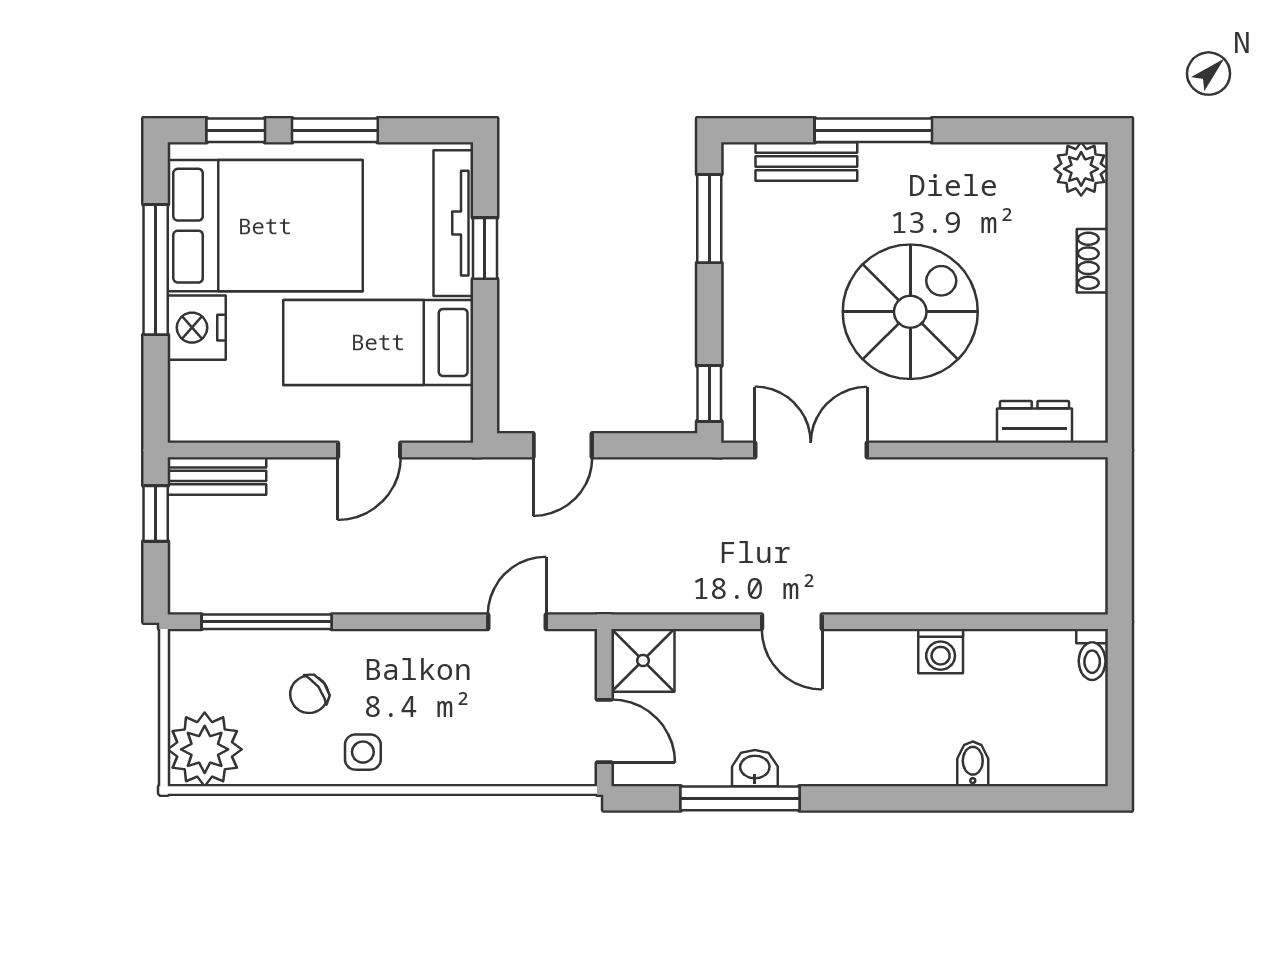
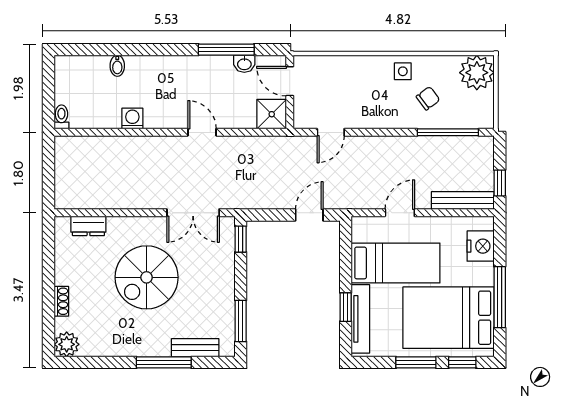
nightstand: (197, 328) -> (481, 246), moved
bench: (217, 476) -> (463, 201), width x1.36
washbasin: (755, 768) -> (244, 64), moved

